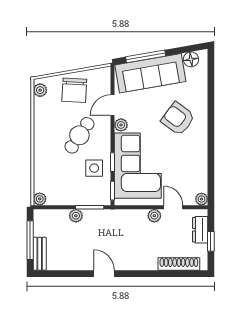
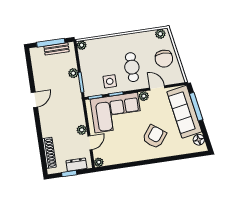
chair: (74, 90) -> (164, 59), turned -93
cafe table: (79, 135) -> (132, 67), turned 56
bench: (40, 254) -> (57, 49), moved

